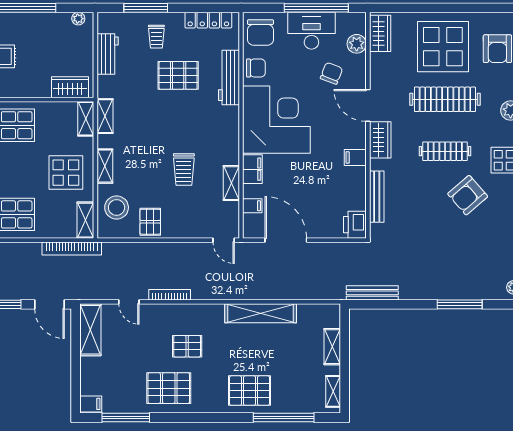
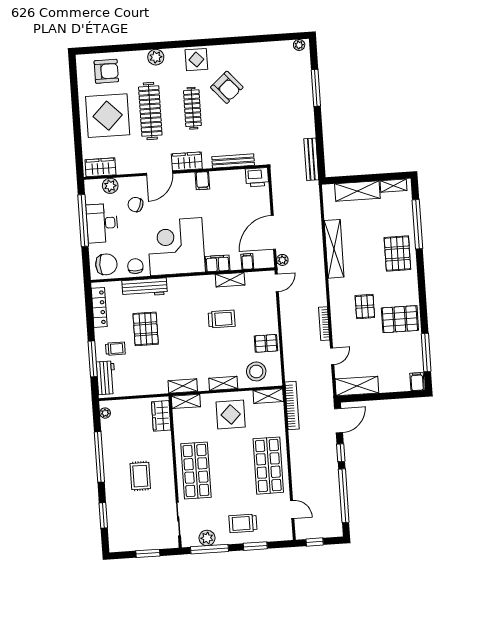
workbench: (108, 54) -> (106, 378), moved, turned 90
plant: (251, 249) -> (282, 260), added
shelving: (332, 347) -> (357, 191), width x1.50, depth x1.33
pallet: (169, 388) -> (400, 319), turned 90

